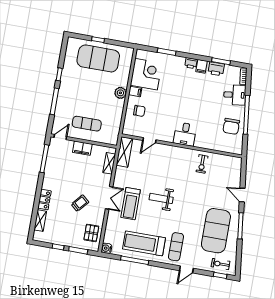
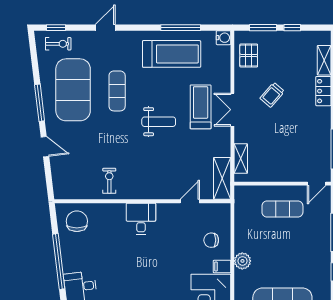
chair: (231, 126) -> (77, 221), moved
filing cabinet: (82, 148) -> (283, 173), removed
exercise mat: (176, 247) -> (117, 91), moved

